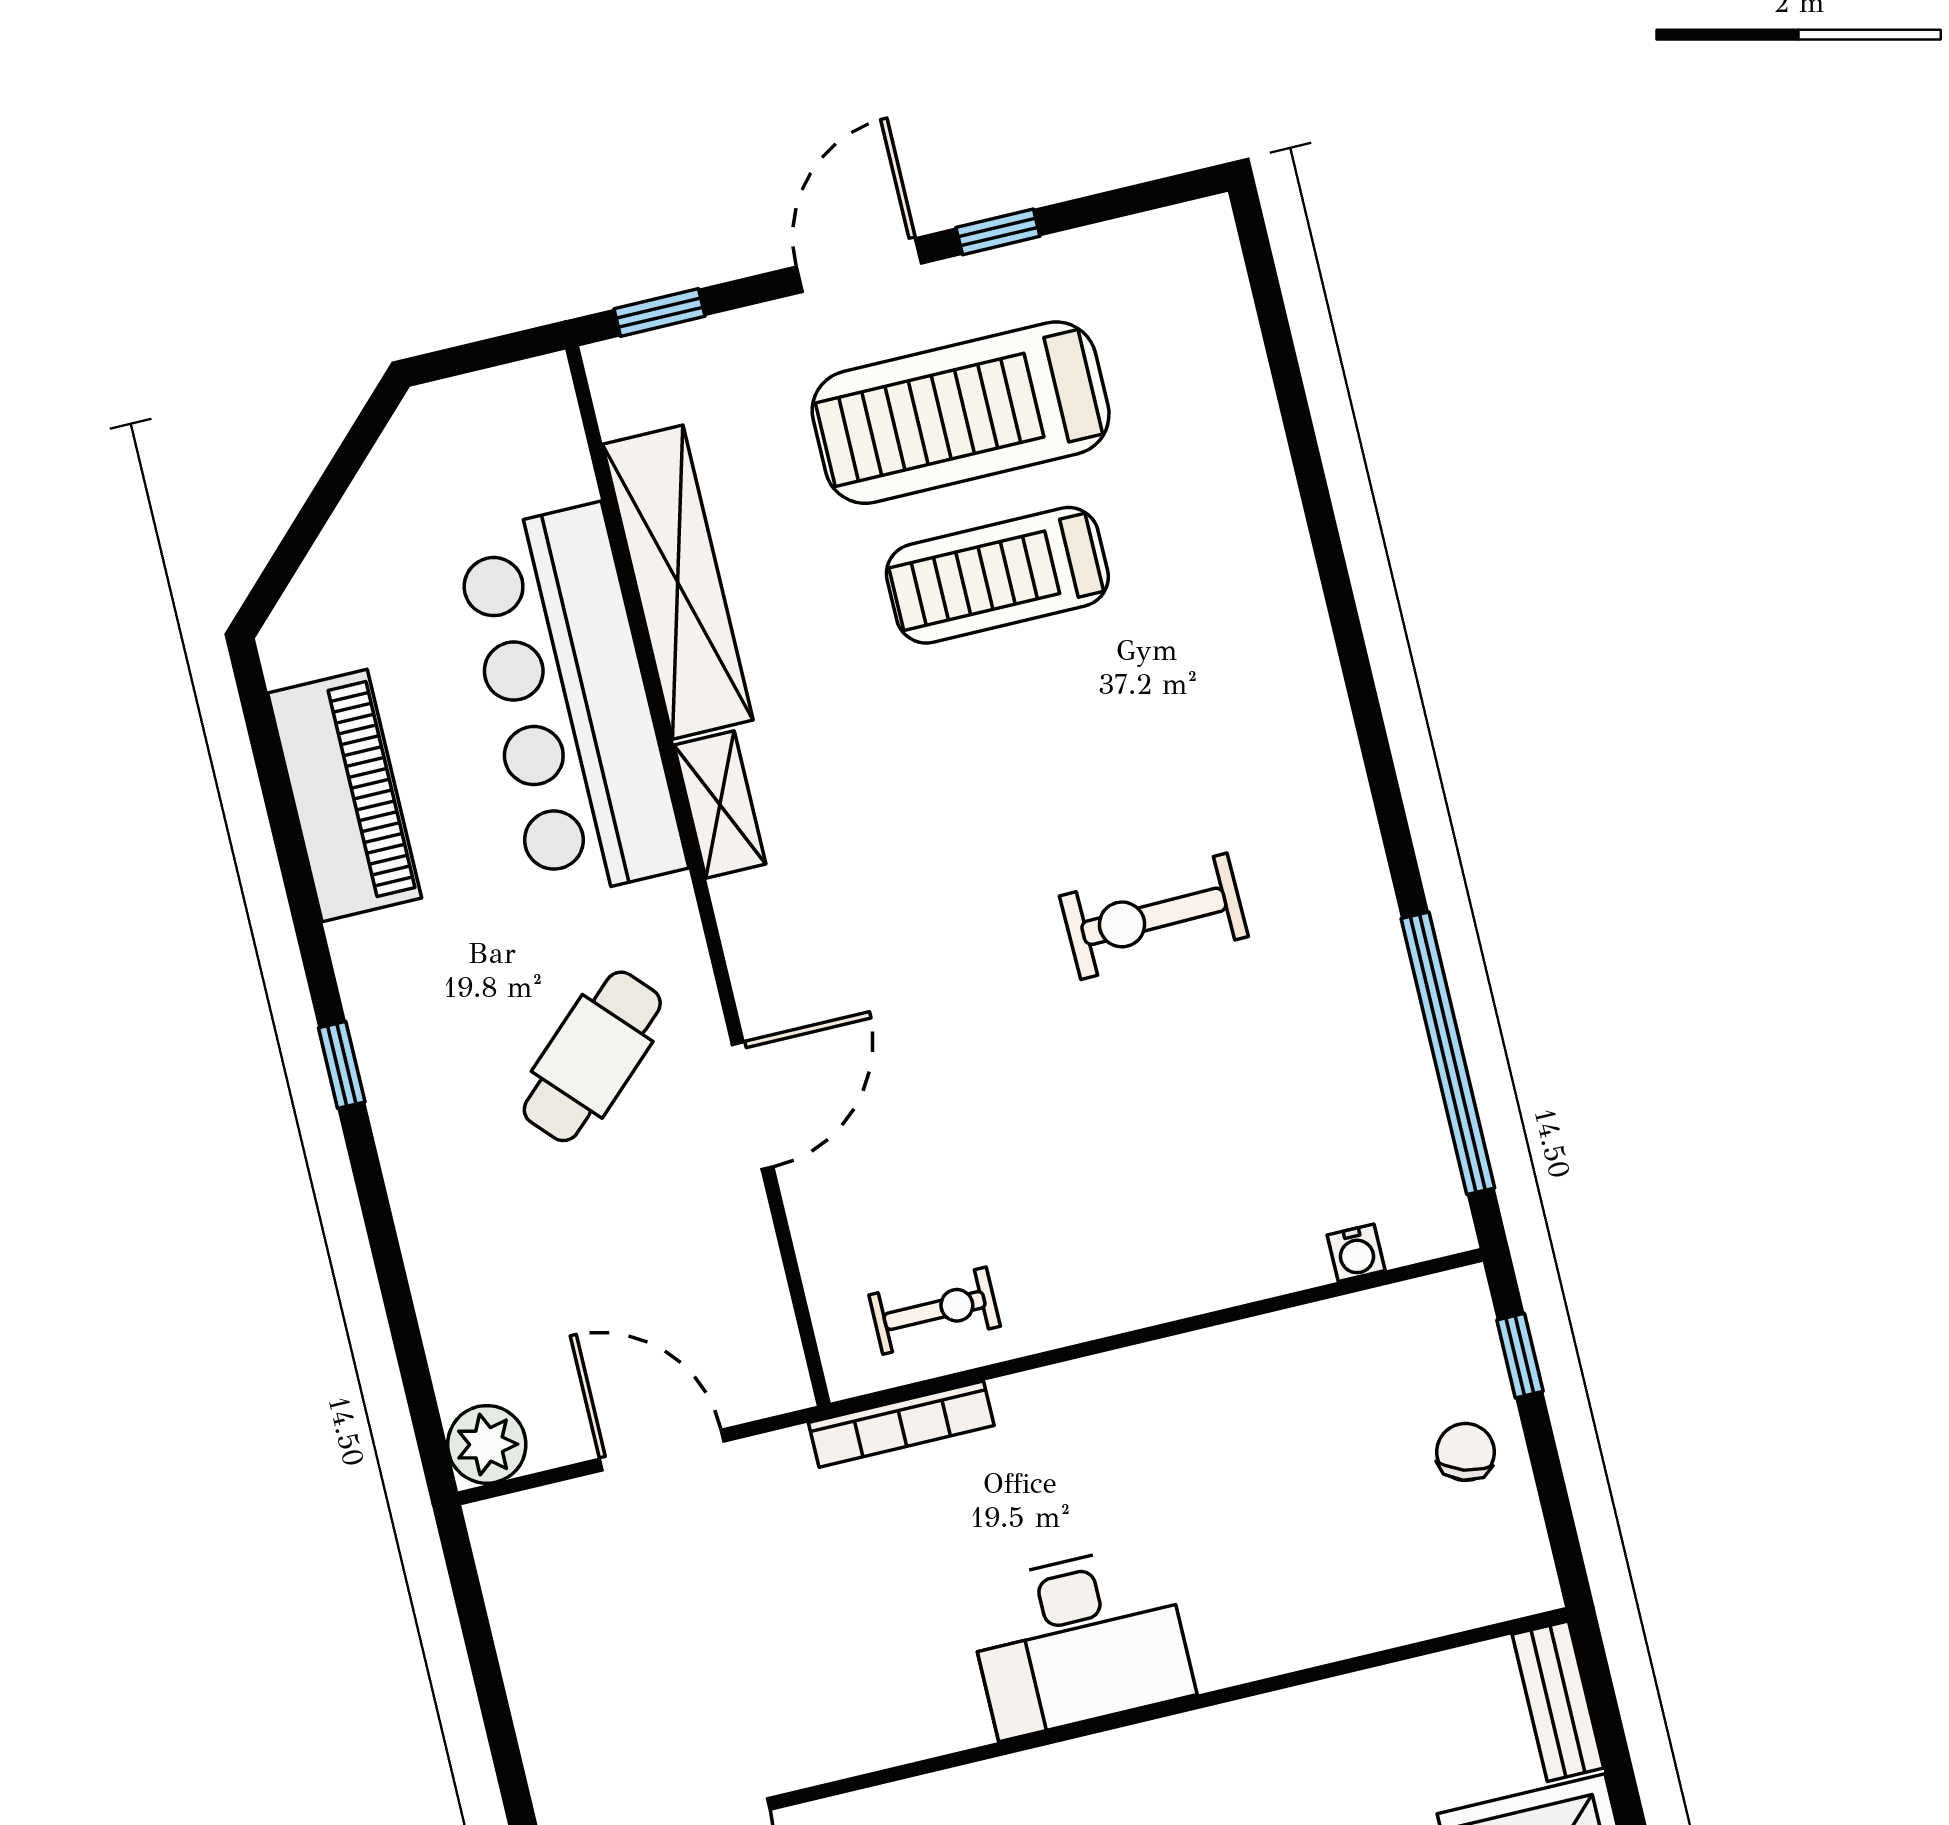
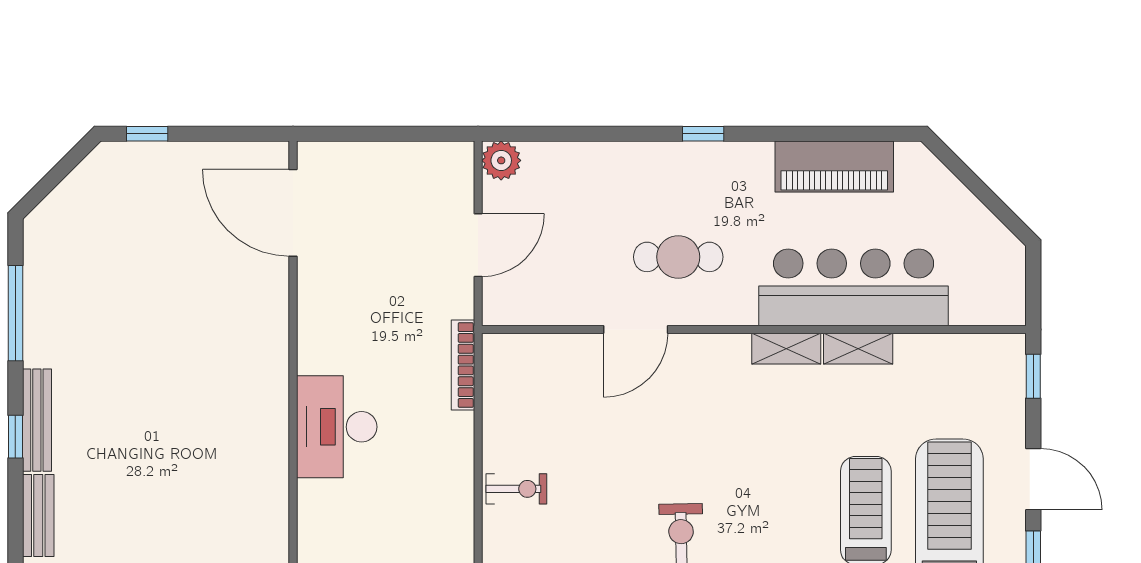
shelving: (678, 582) -> (858, 349), width x0.45, depth x0.75
cafe table: (592, 1056) -> (678, 257), turned -47
door: (753, 1106) -> (636, 330), hinge flipped
exercise bike: (935, 1311) -> (516, 489), moved, turned -90

